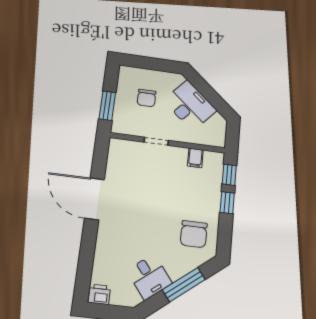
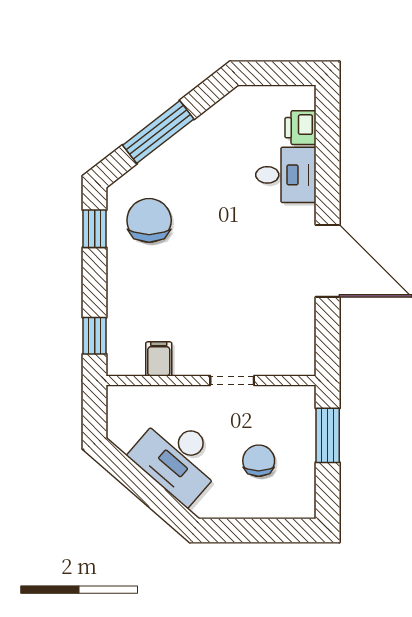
window: (227, 203) -> (95, 229), moved
desk: (149, 277) -> (286, 175), moved, turned 128
printer: (99, 294) -> (300, 128), moved, turned 90

